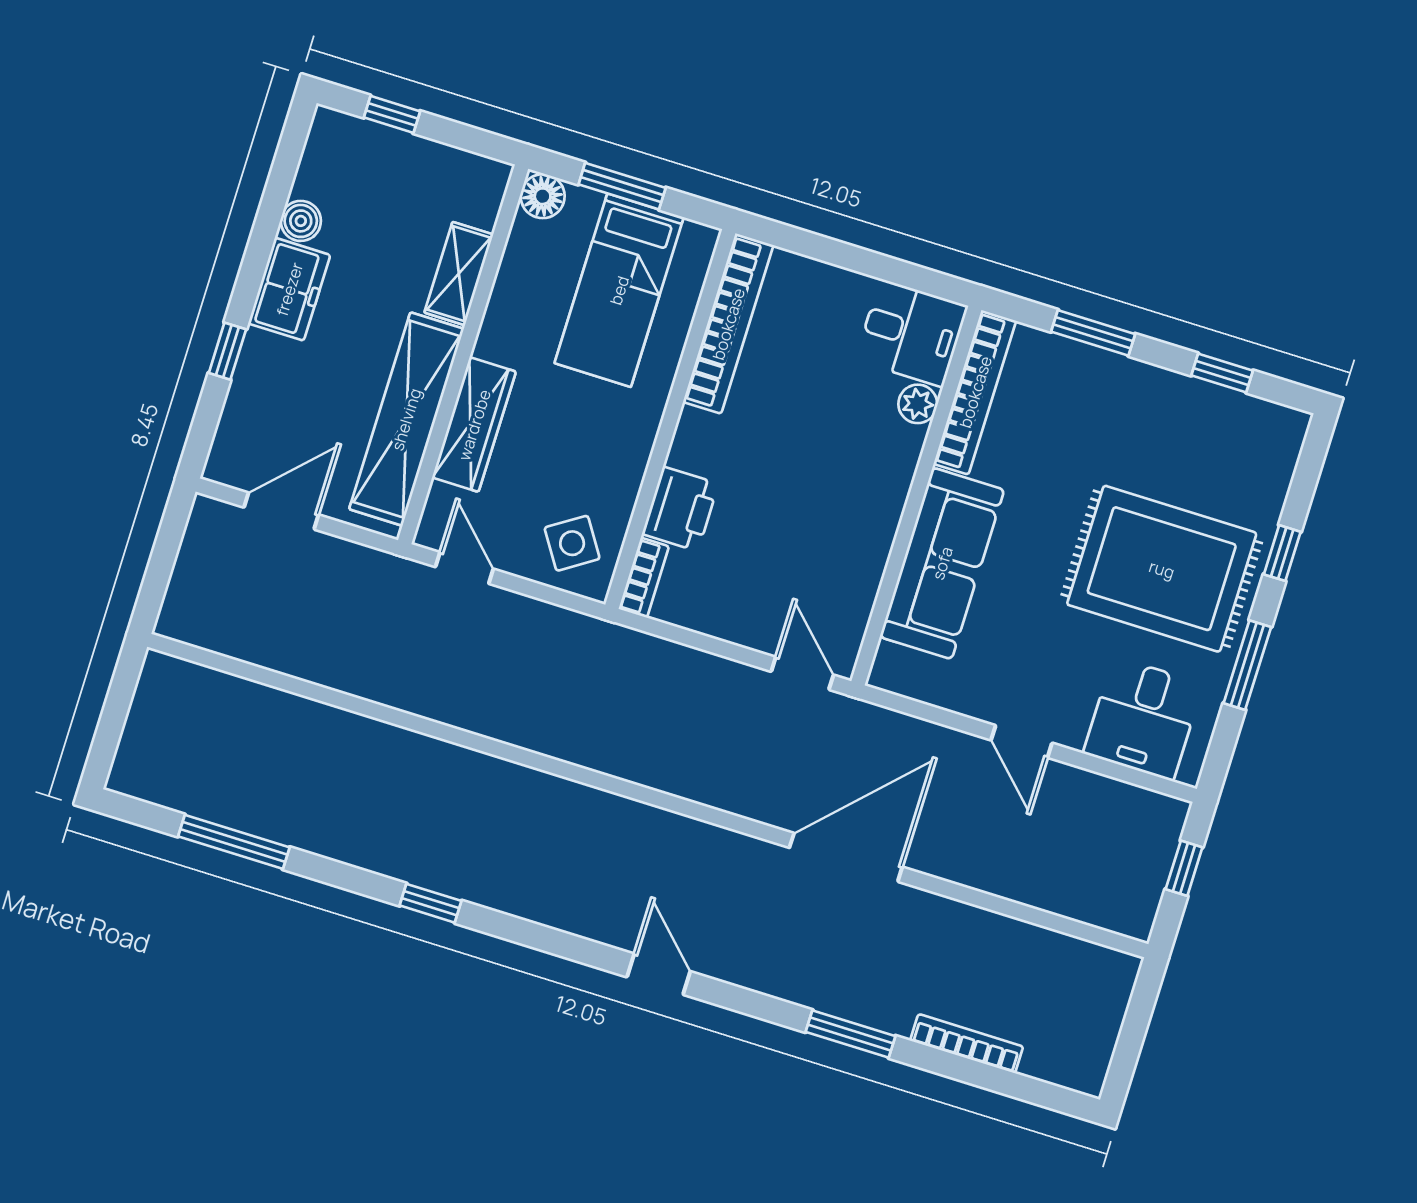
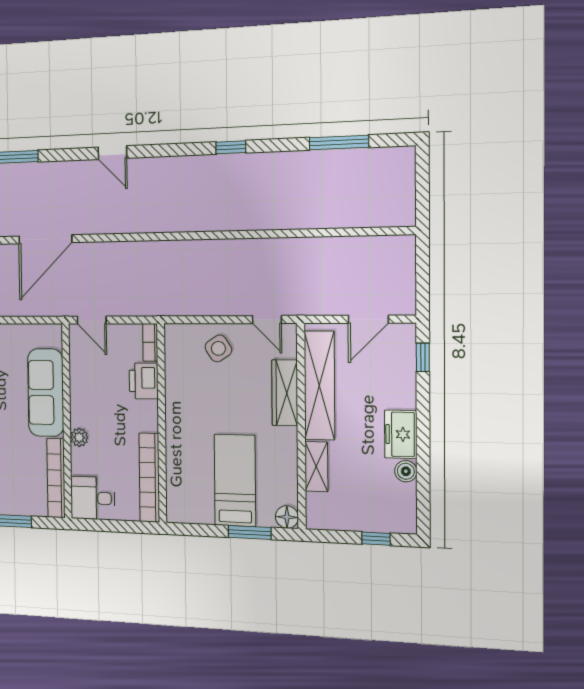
bookcase: (728, 324) -> (149, 478), moved
window: (227, 351) -> (423, 357), moved
plant: (918, 404) -> (79, 437), moved
wall: (670, 419) -> (162, 423), moved
printer: (680, 509) -> (144, 381), moved
bookcase: (644, 578) -> (150, 342), moved

